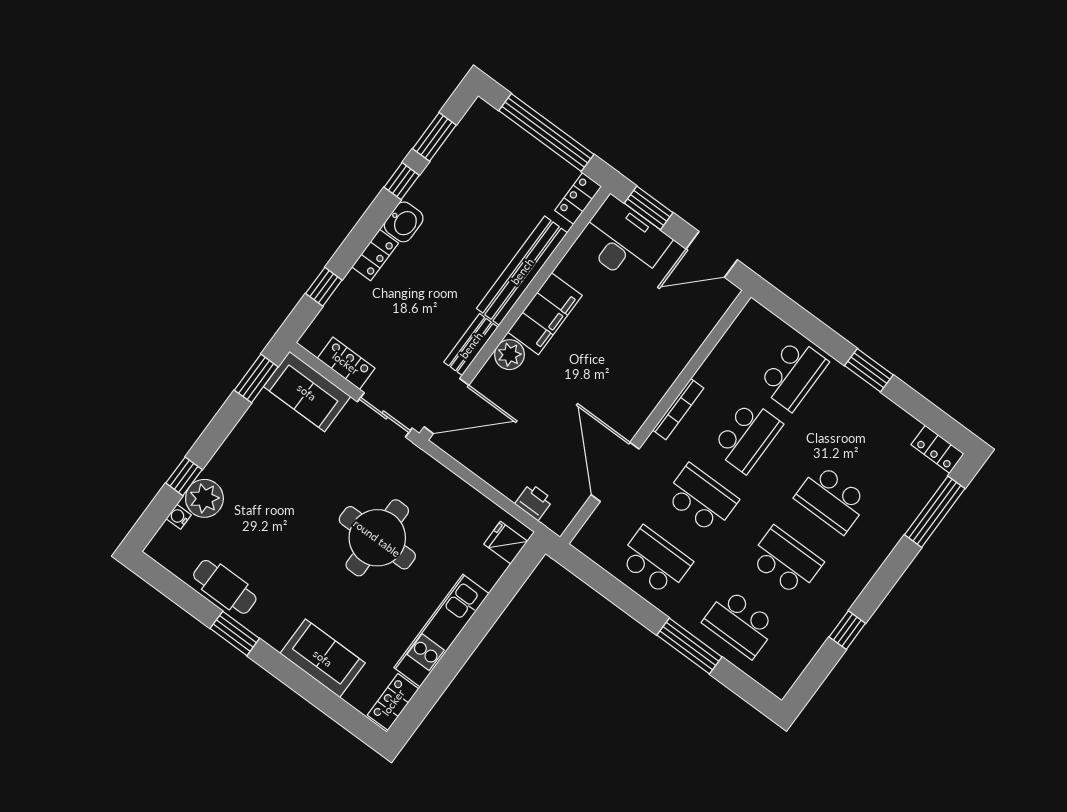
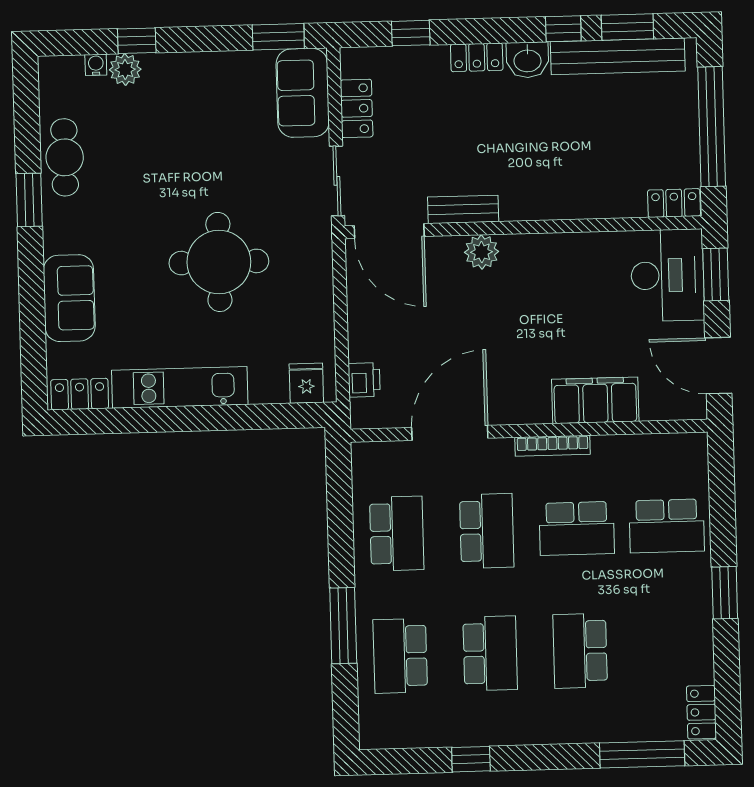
bench: (522, 271) -> (618, 56), moved
filing cabinet: (545, 314) -> (595, 400), moved, turned 180
plant: (204, 498) -> (125, 70), width x0.73, depth x0.73

